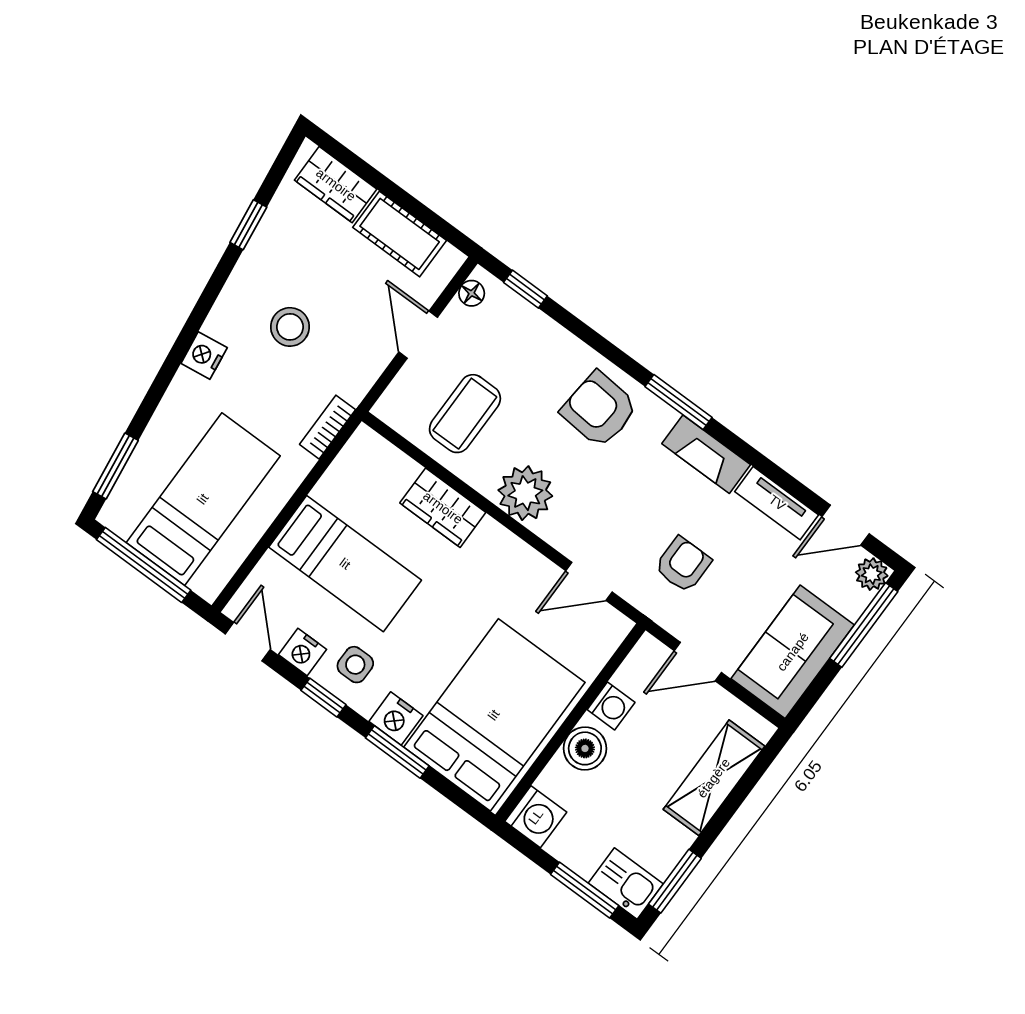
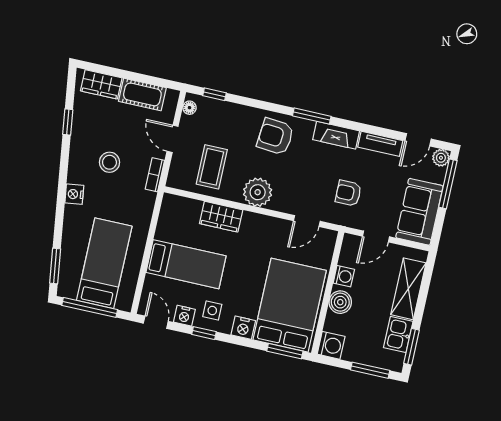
bookcase: (328, 427) -> (155, 175), moved
armchair: (683, 565) -> (348, 193), turned -90
window: (397, 752) -> (285, 351), moved
kitchen sink: (626, 883) -> (398, 334), moved, turned -90

